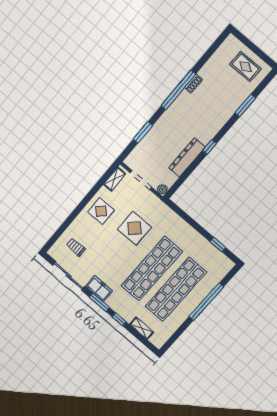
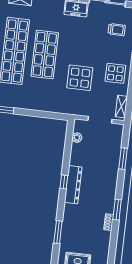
window: (178, 90) -> (117, 210), width x0.47
dresser: (187, 157) -> (73, 185), moved
plant: (162, 189) -> (77, 138), moved
shop shelf: (152, 269) -> (45, 54), width x0.71

